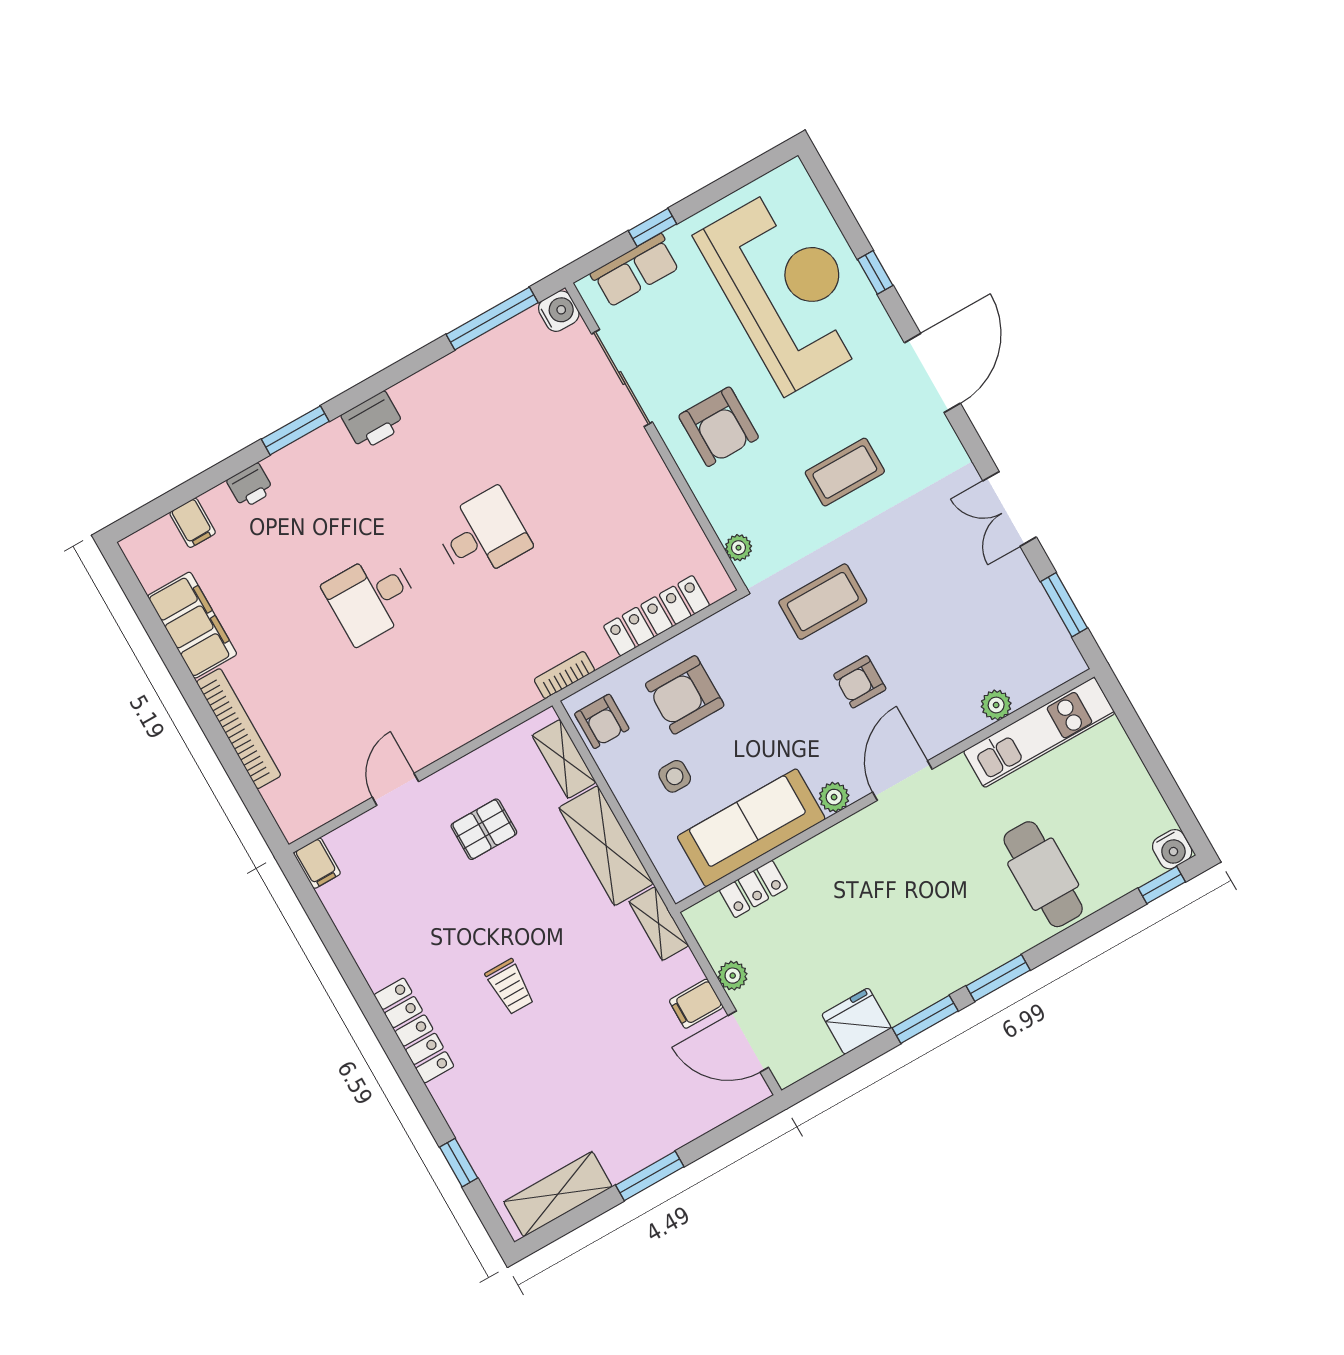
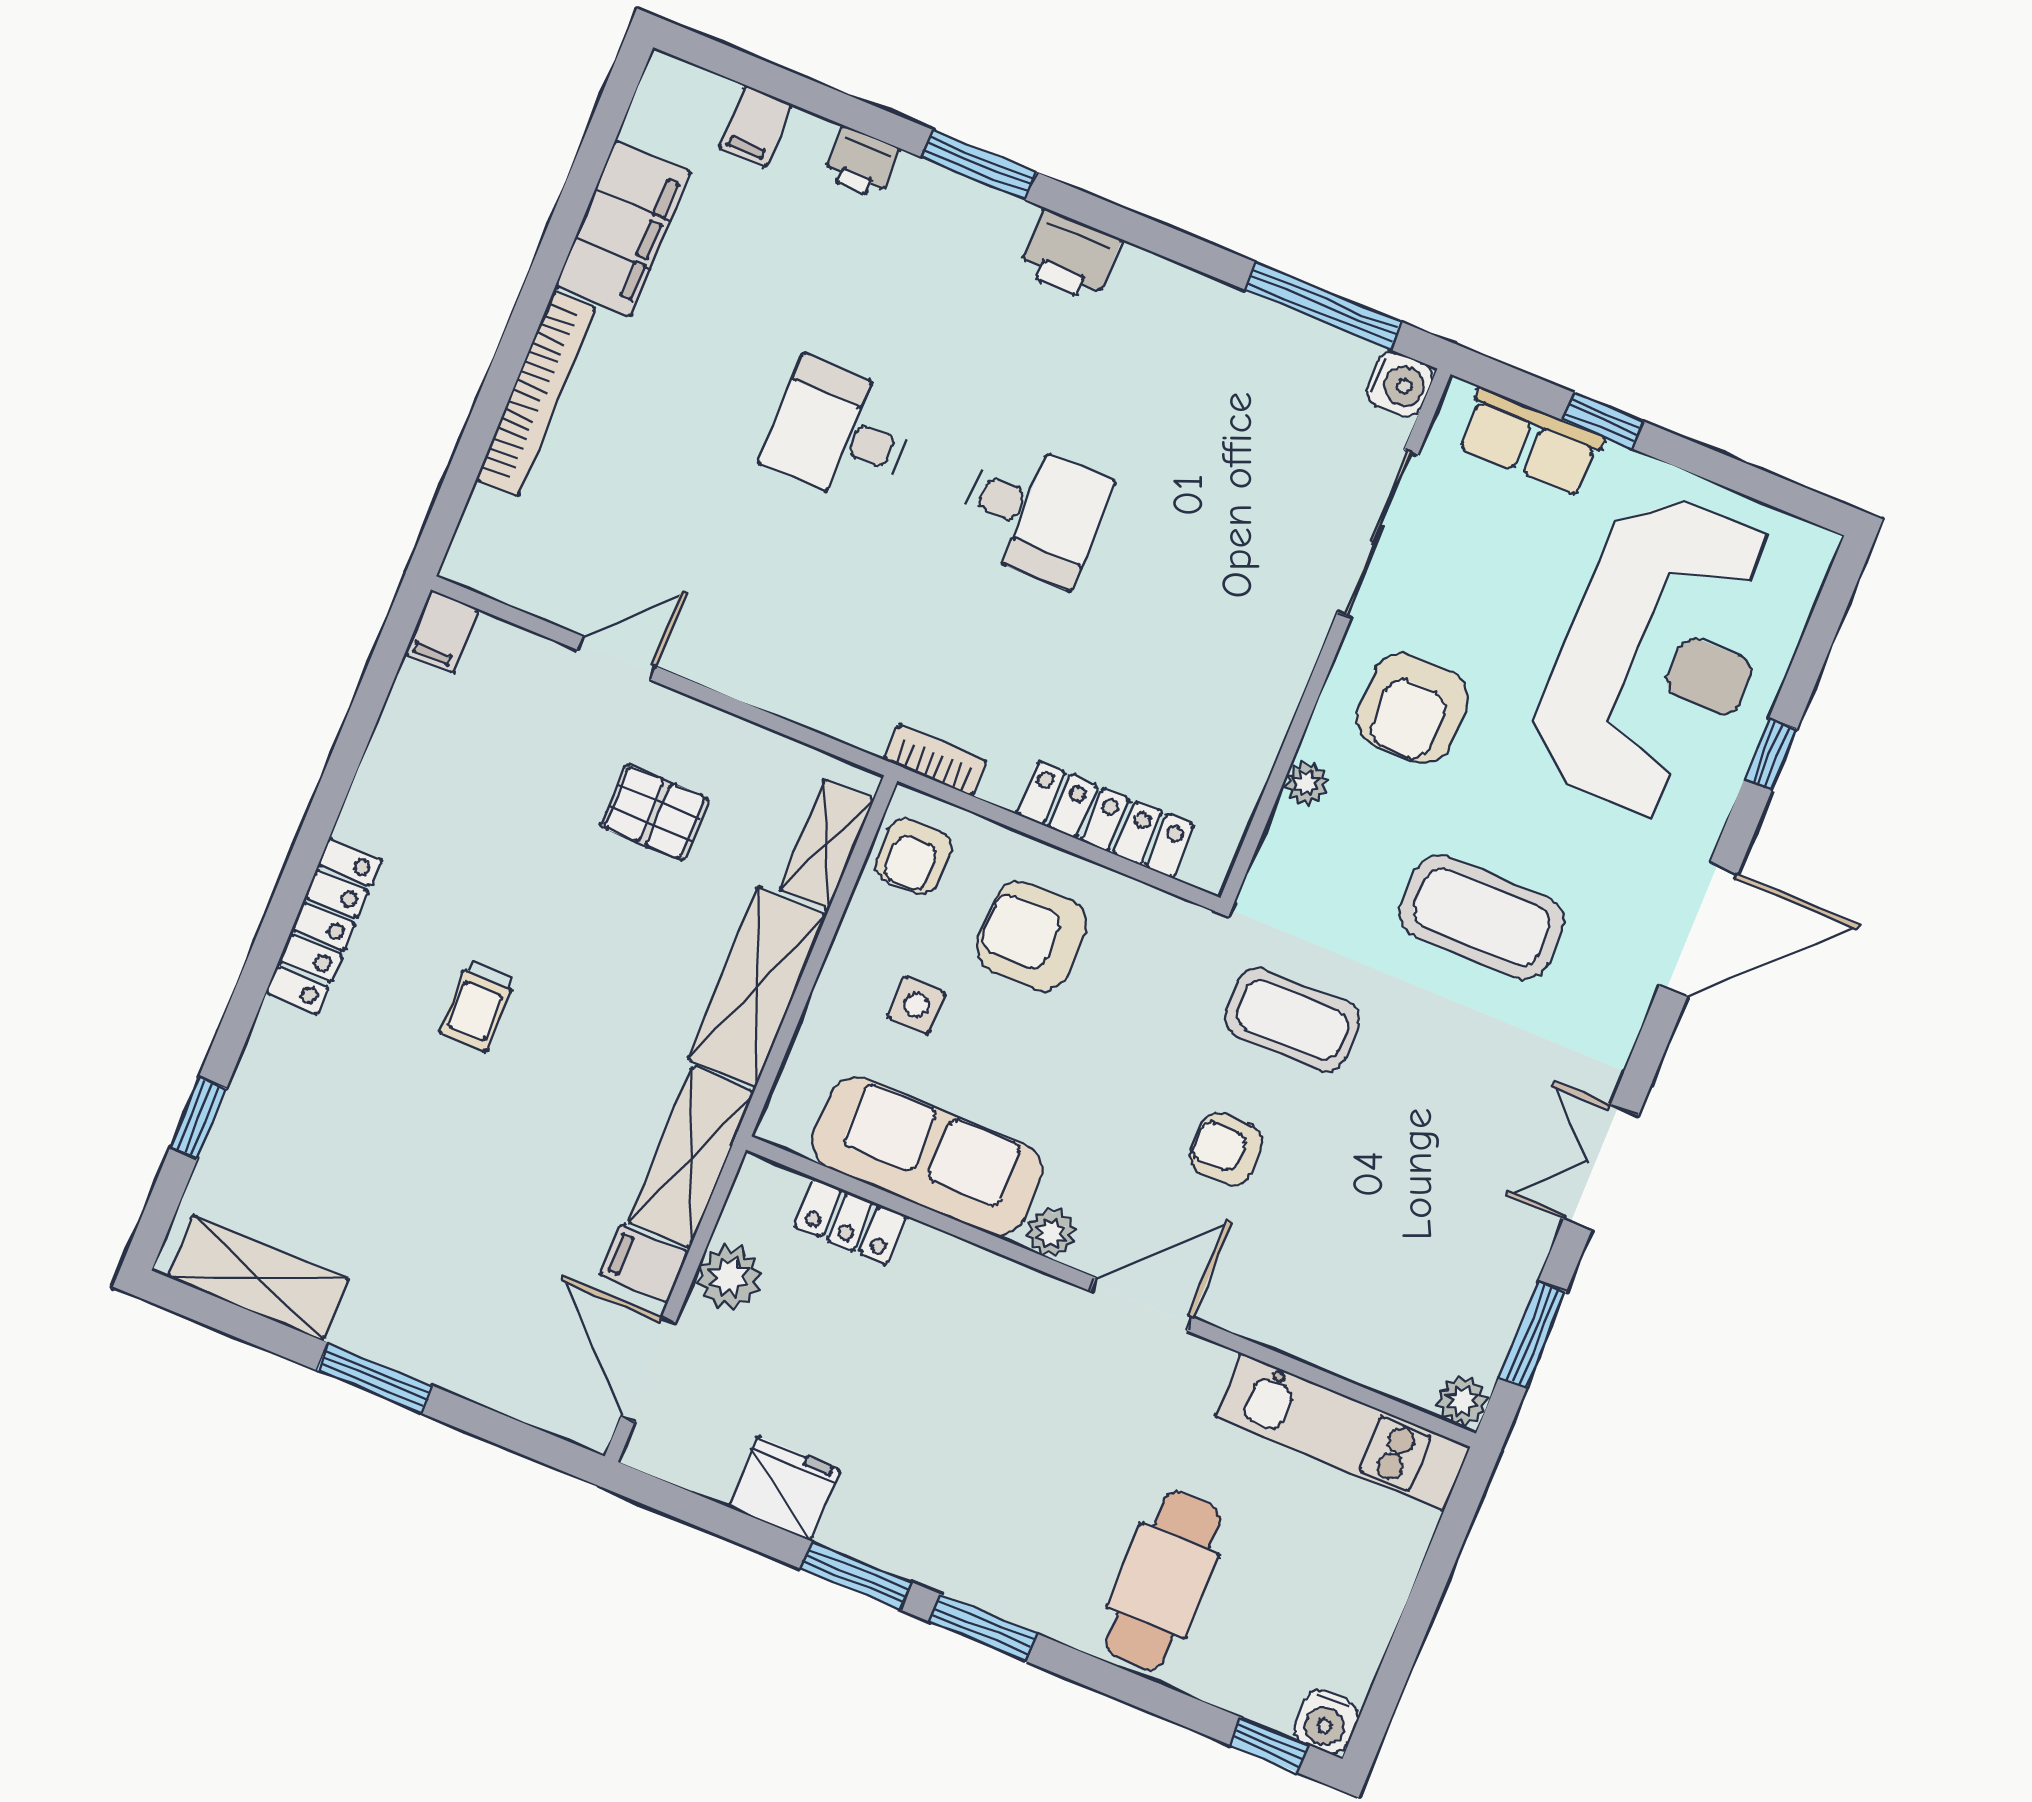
coffee table: (845, 472) -> (1482, 917), width x1.36, depth x1.32
plant: (739, 548) -> (1306, 784), moved
plant: (996, 705) -> (1462, 1401), moved
shelving: (659, 924) -> (691, 1157), width x1.50, depth x1.33
plant: (733, 976) -> (729, 1277), width x1.38, depth x1.38

